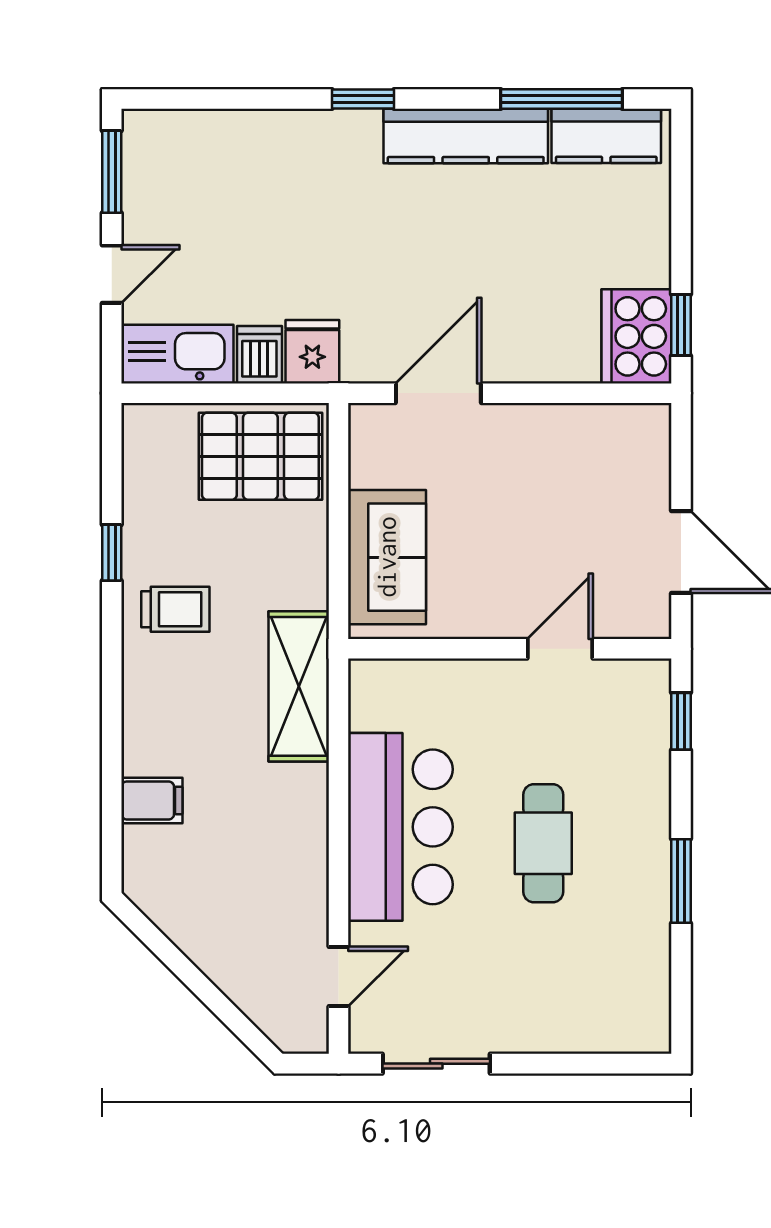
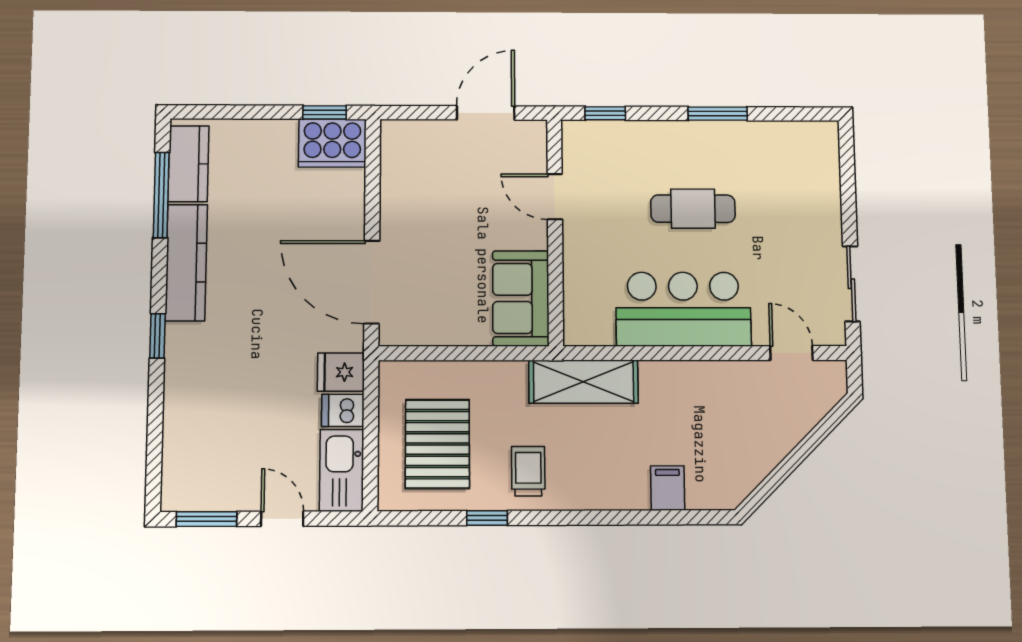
door: (438, 393) -> (372, 282), width x1.36
pallet: (260, 456) -> (437, 444), moved
sofa: (387, 557) -> (521, 298), moved, turned -90

